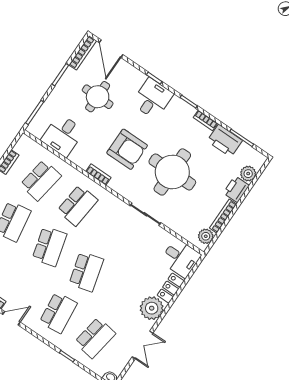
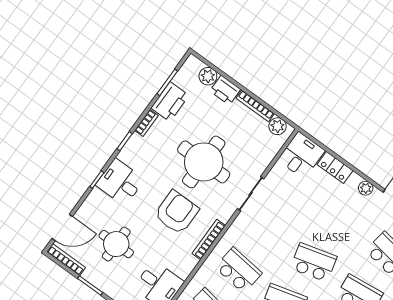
bookcase: (98, 174) -> (209, 240), width x1.56
plant: (152, 308) -> (366, 188), width x0.53, depth x0.53

